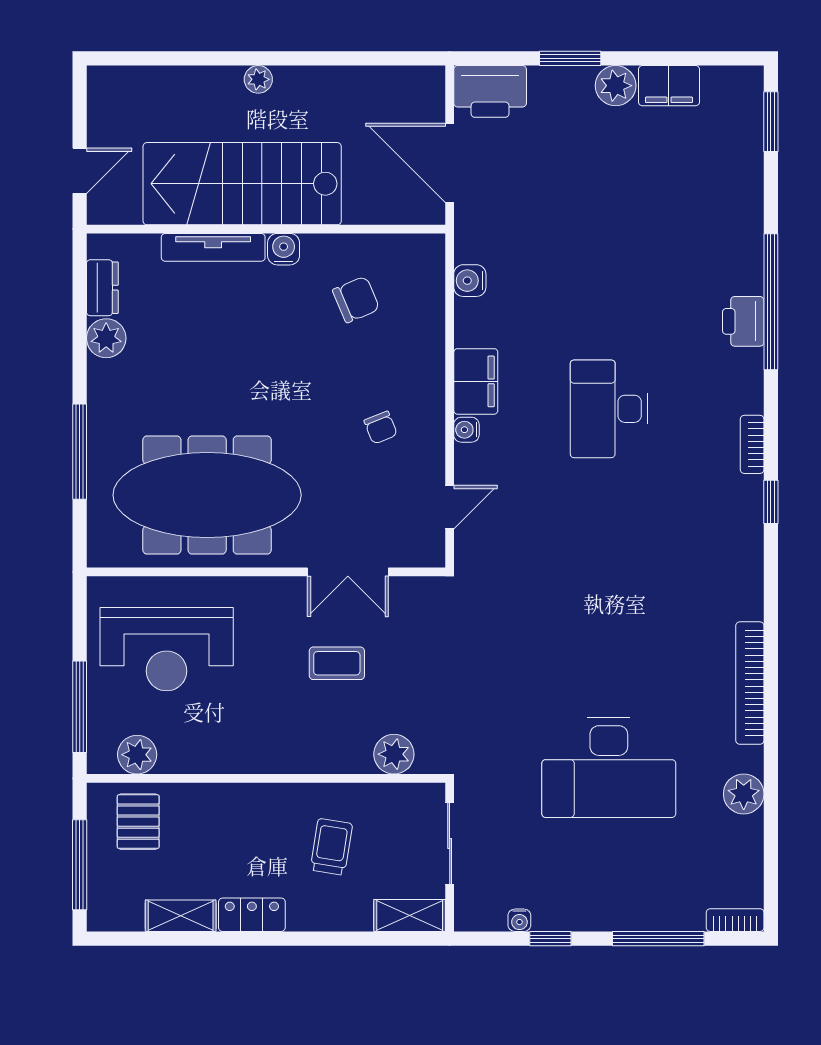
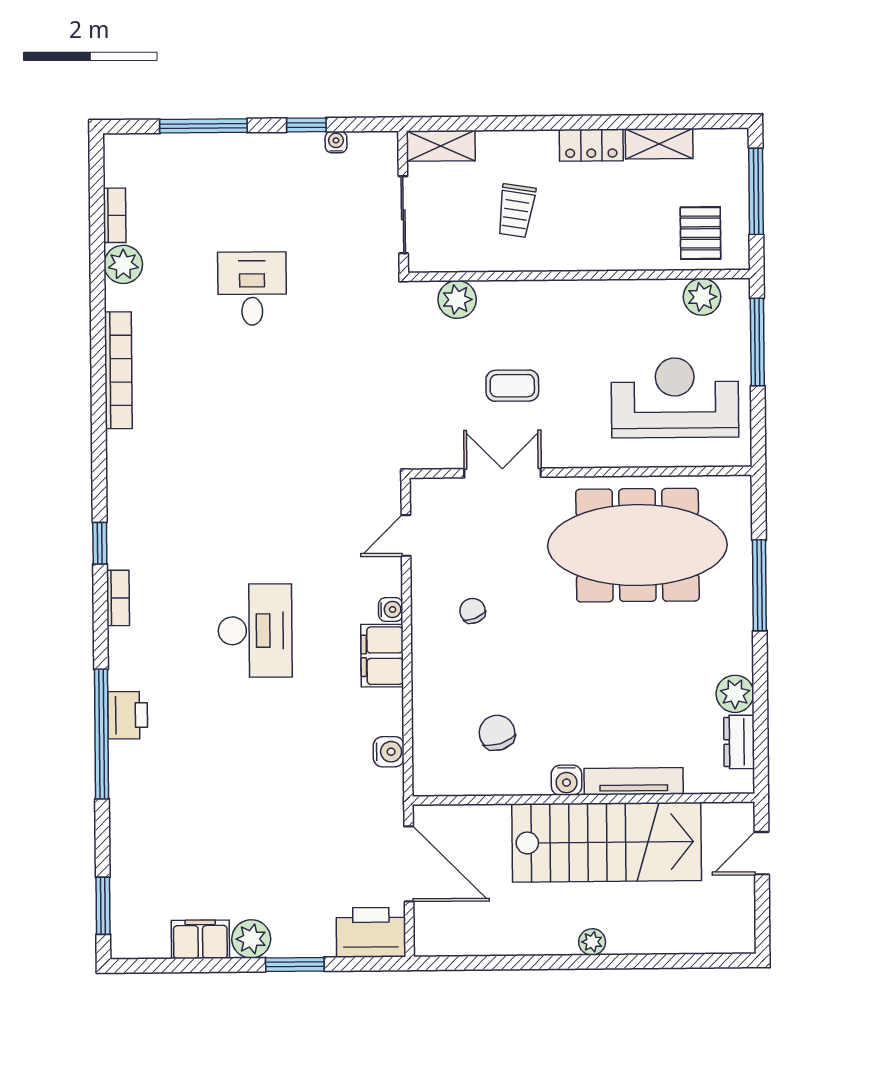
chair: (356, 299) -> (497, 733), turned 96
desk: (609, 768) -> (252, 289), width x0.53, depth x0.77
bookcase: (735, 920) -> (115, 215), moved, turned -90

